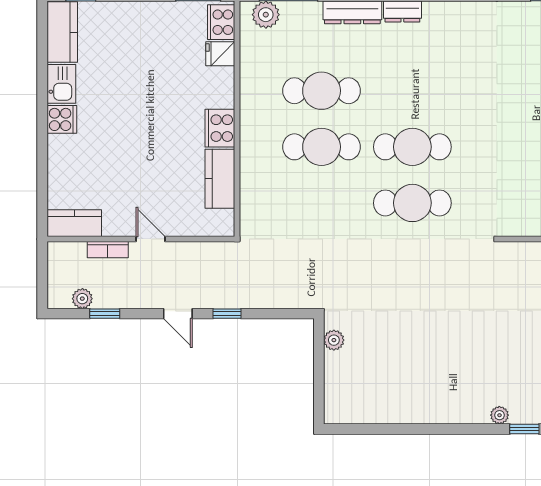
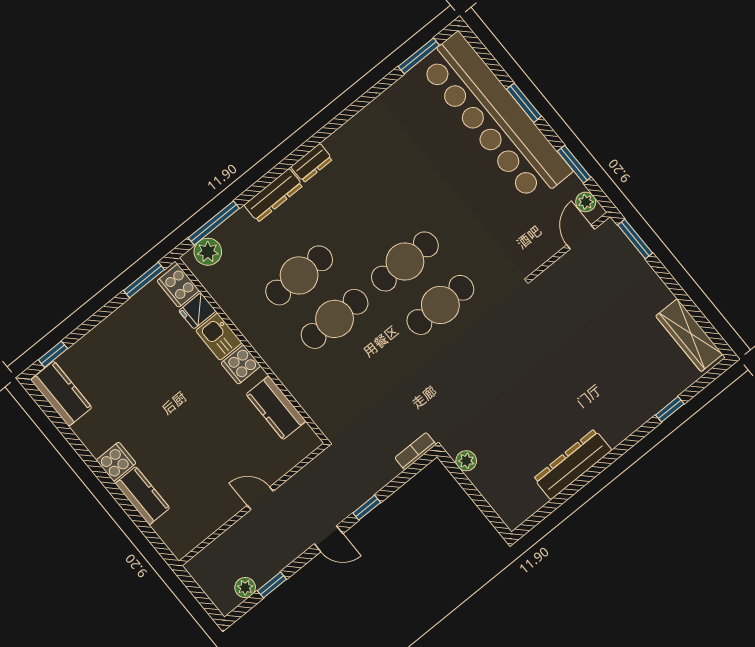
kitchen sink: (61, 84) -> (219, 337), moved, turned 180
cooker: (220, 128) -> (241, 365), width x0.73
kitchen counter: (74, 223) -> (142, 496), moved, turned 90
bookcase: (108, 250) -> (415, 451), moved, turned 180
dresser: (414, 410) -> (573, 464), added
plant: (499, 415) -> (642, 414), removed

